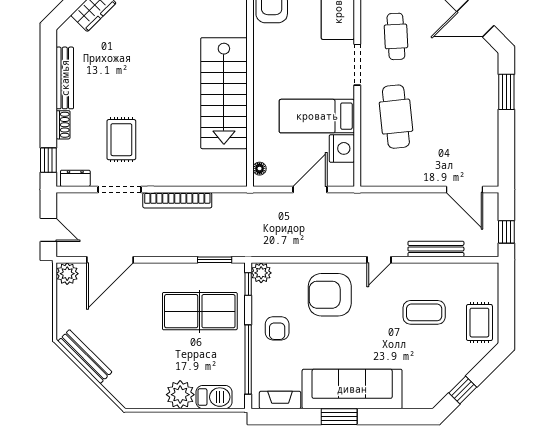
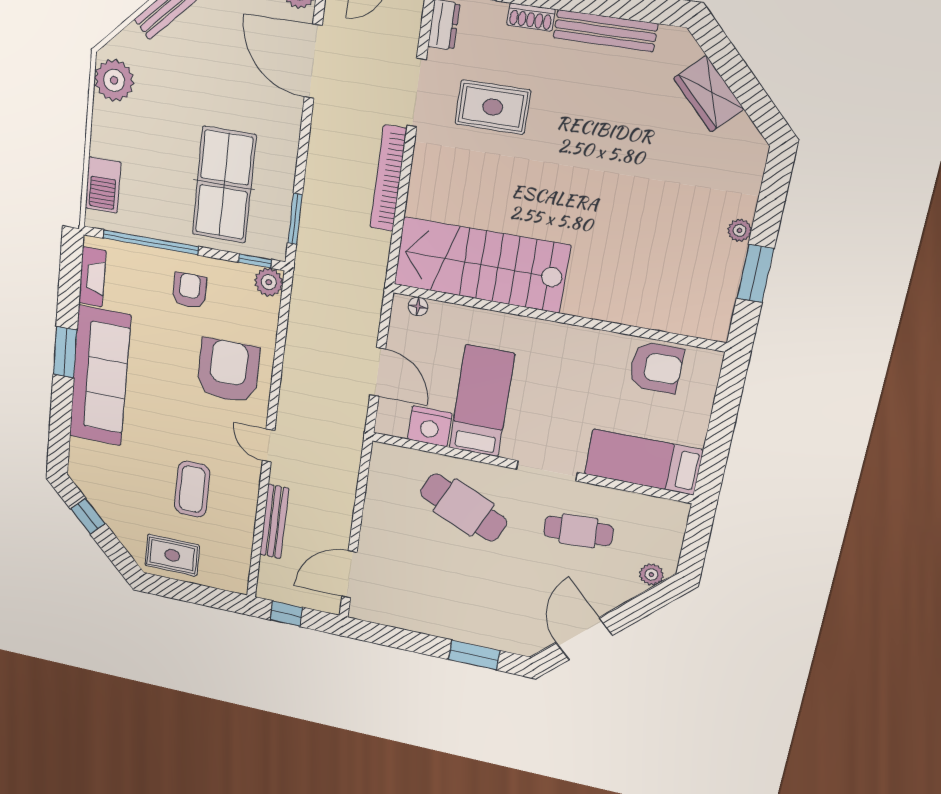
stairs: (224, 93) -> (481, 265), moved
cafe table: (396, 117) -> (463, 508), turned 30
armchair: (277, 328) -> (189, 290), turned 90
plant: (180, 395) -> (114, 80), moved

